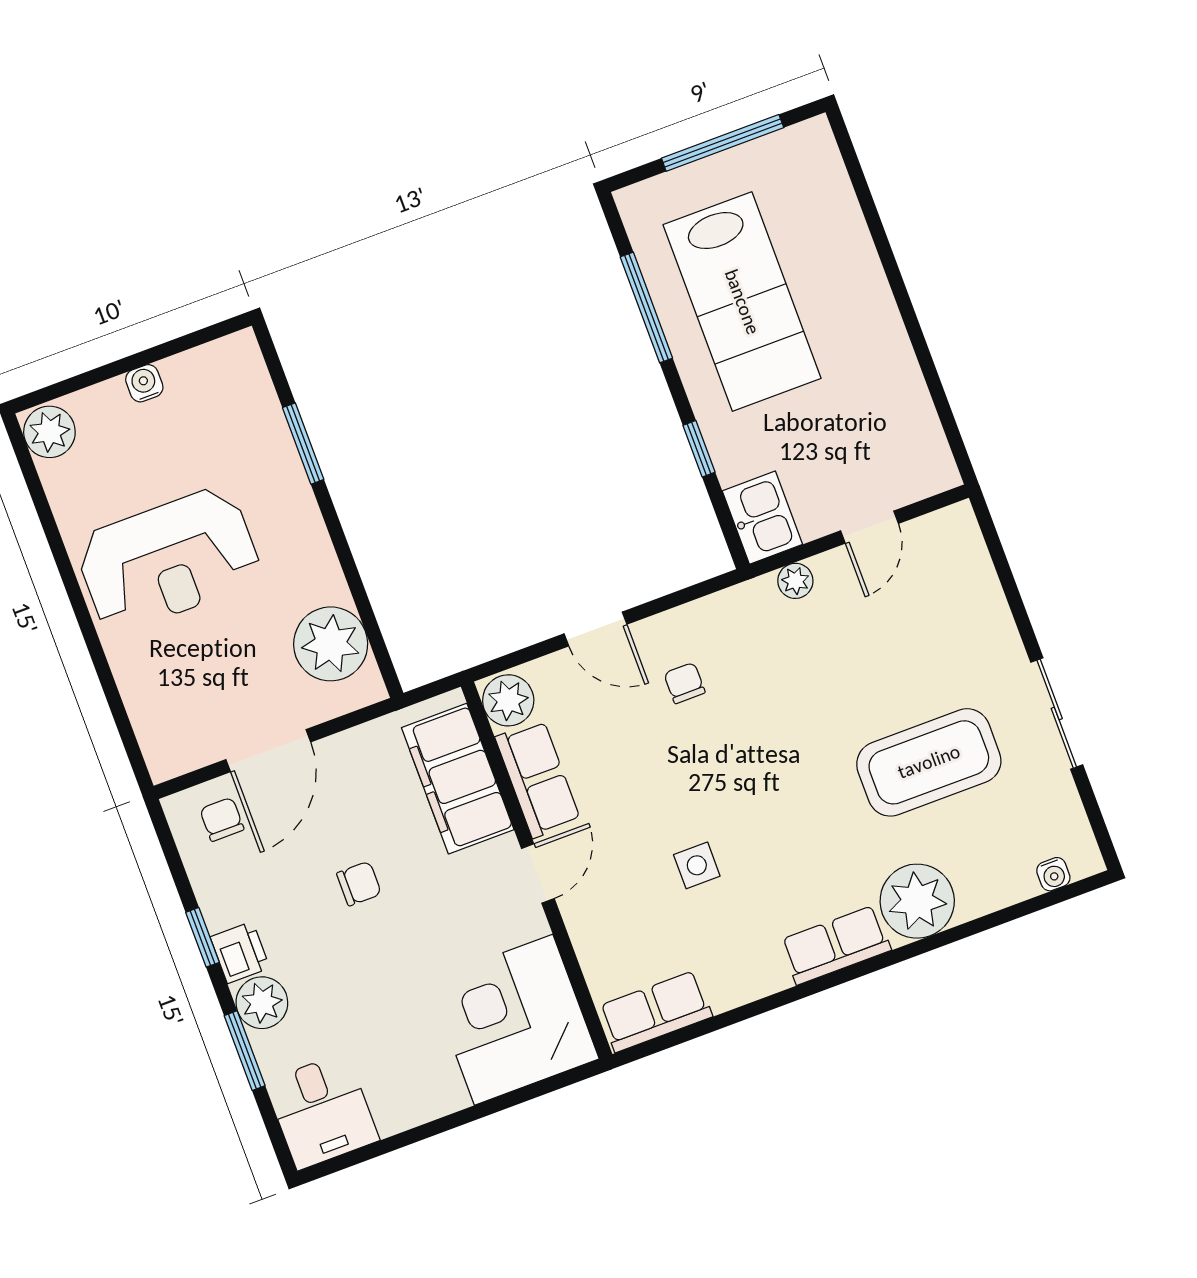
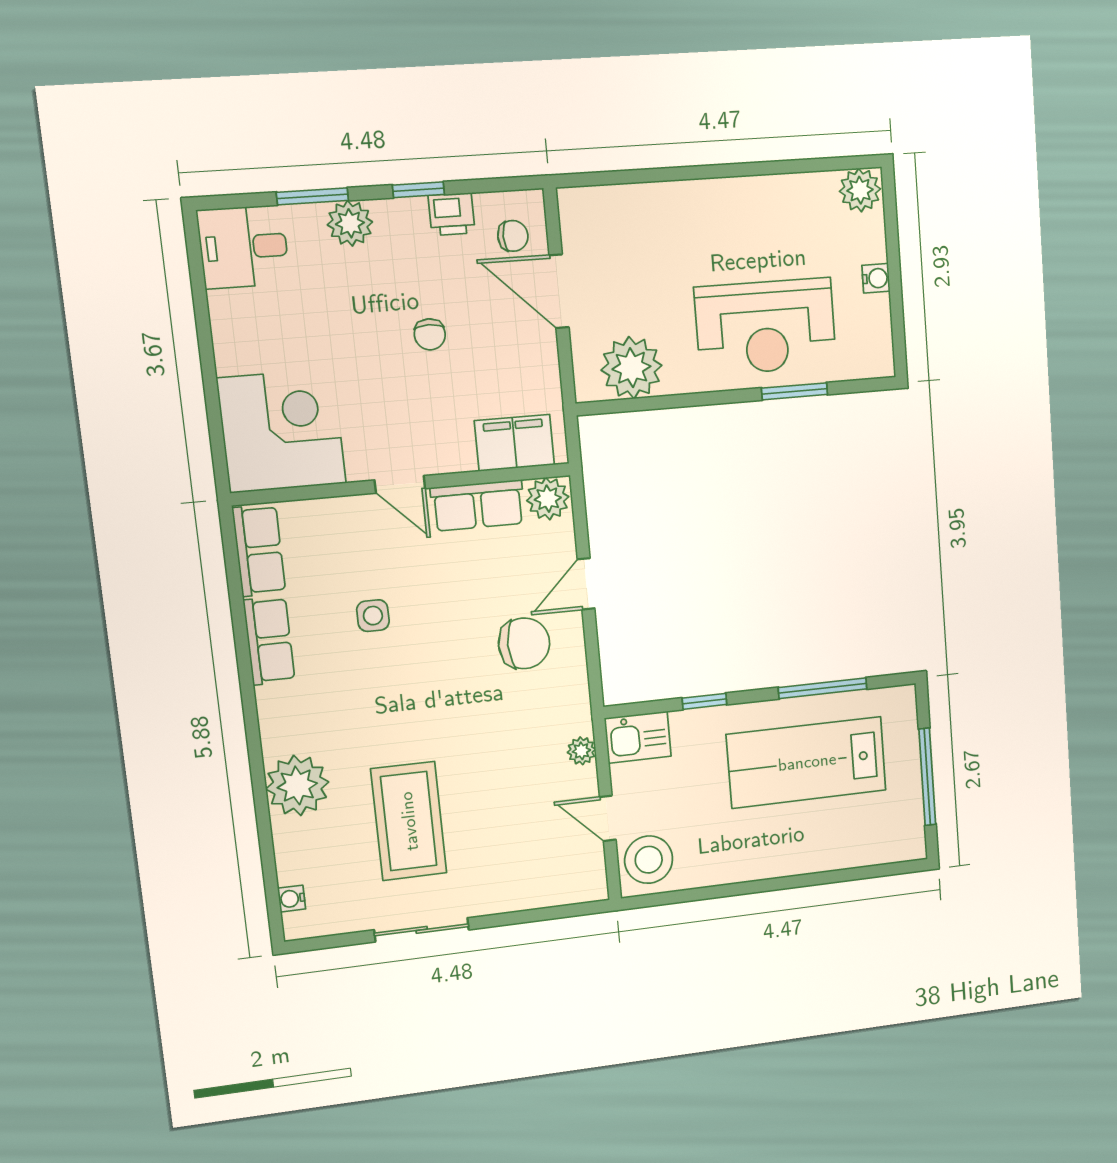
stool: (908, 463) -> (649, 860), added
reception desk: (168, 560) -> (766, 327), moved, turned -90
chair: (684, 683) -> (524, 643), width x1.87, depth x1.87
filing cabinet: (458, 779) -> (514, 443), width x0.67, depth x0.86
row of seats: (836, 945) -> (269, 641), moved
printer: (240, 952) -> (452, 214), moved

